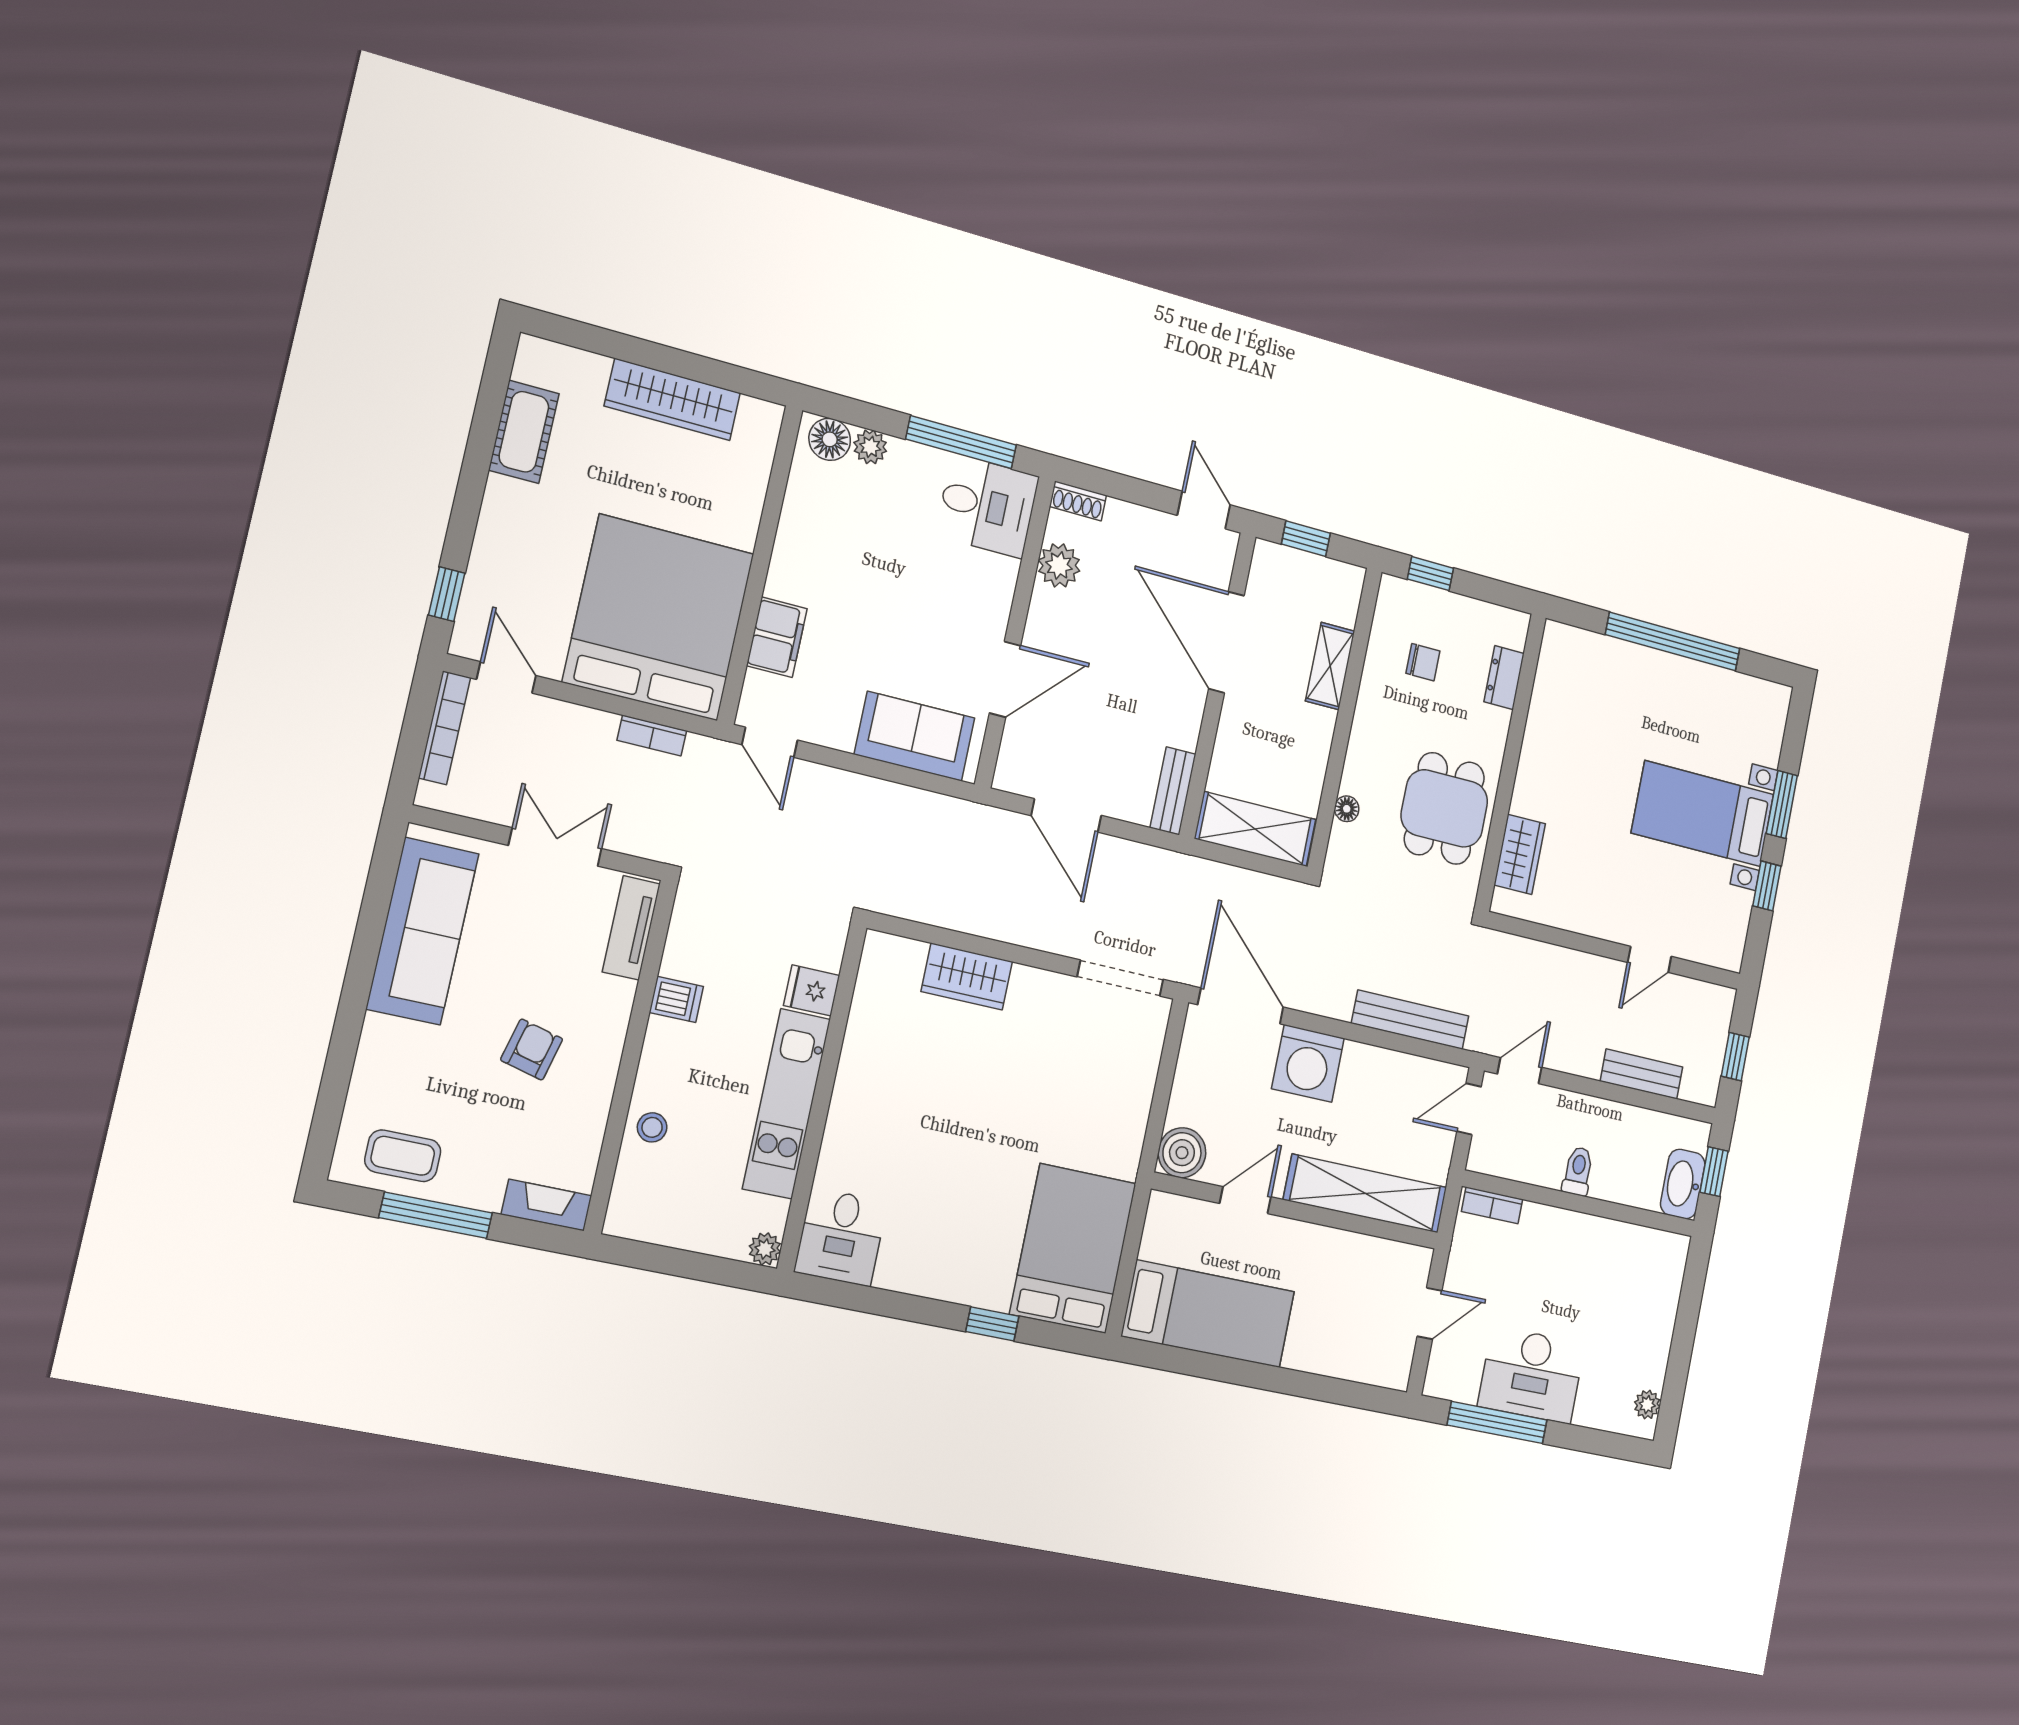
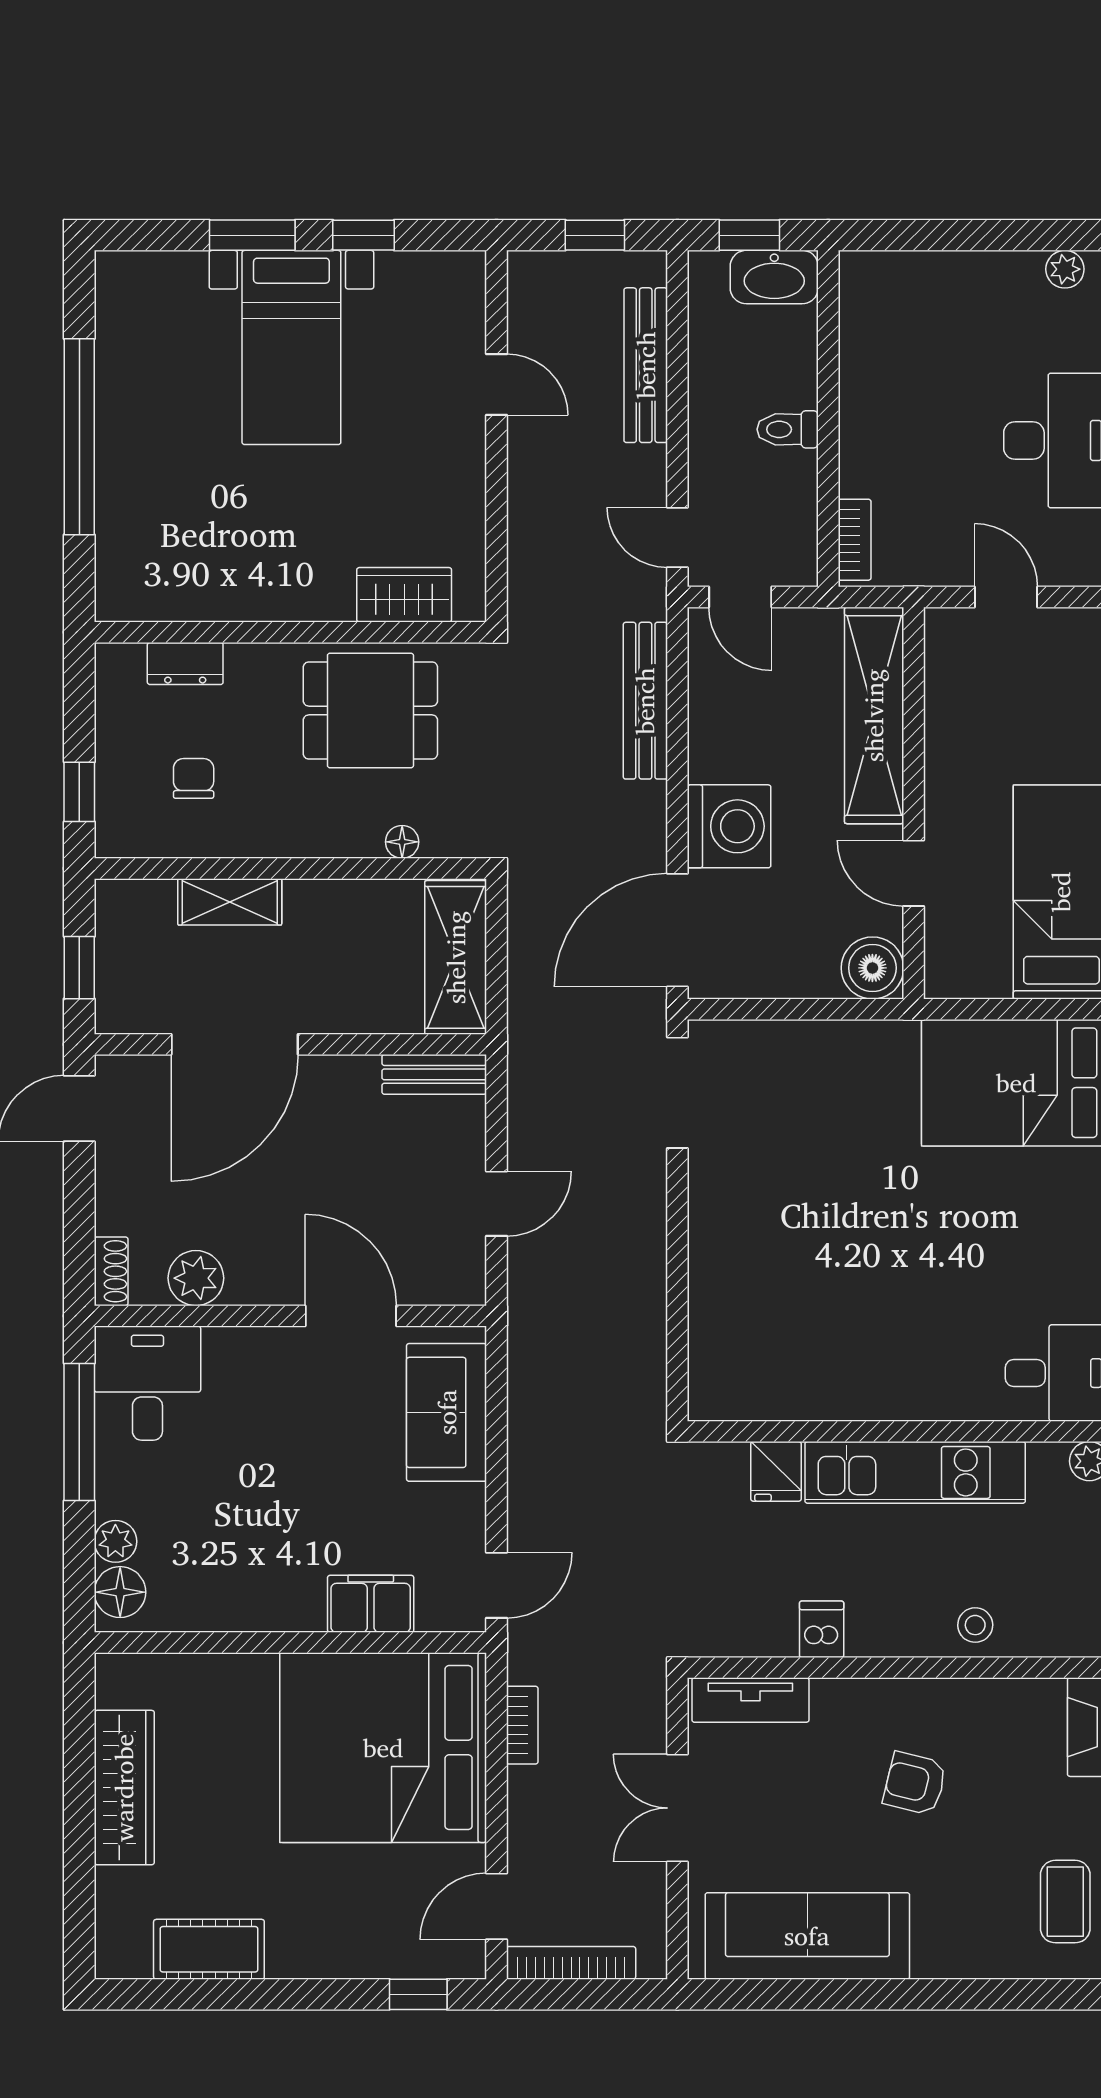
door: (1066, 816) -> (496, 1204), width x0.73
wardrobe: (967, 976) -> (718, 1286), removed
bench: (1642, 1074) -> (646, 365), width x1.36

